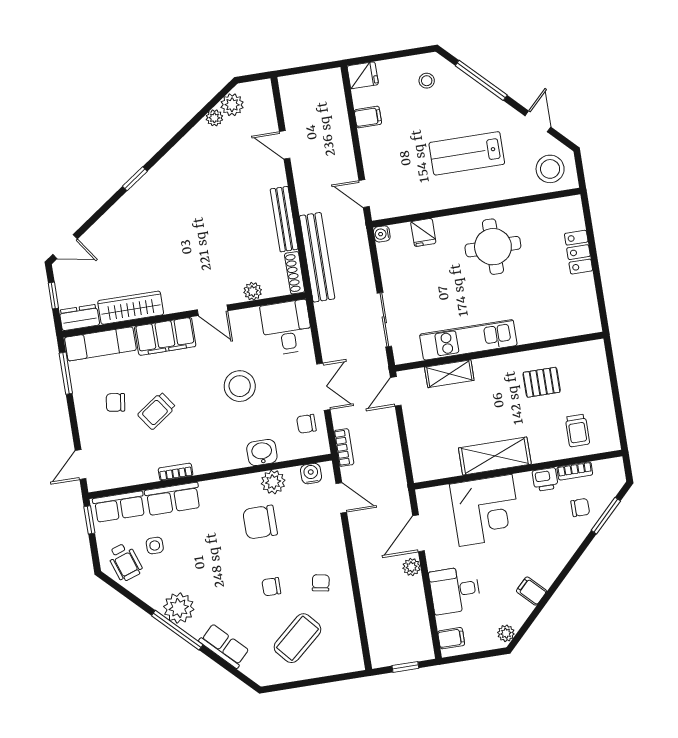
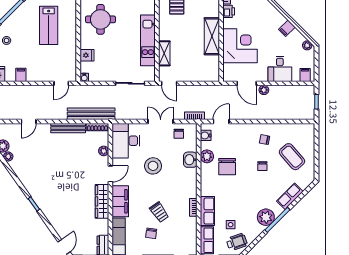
wardrobe: (131, 308) -> (102, 201), moved
desk: (287, 328) -> (126, 141), width x1.37

